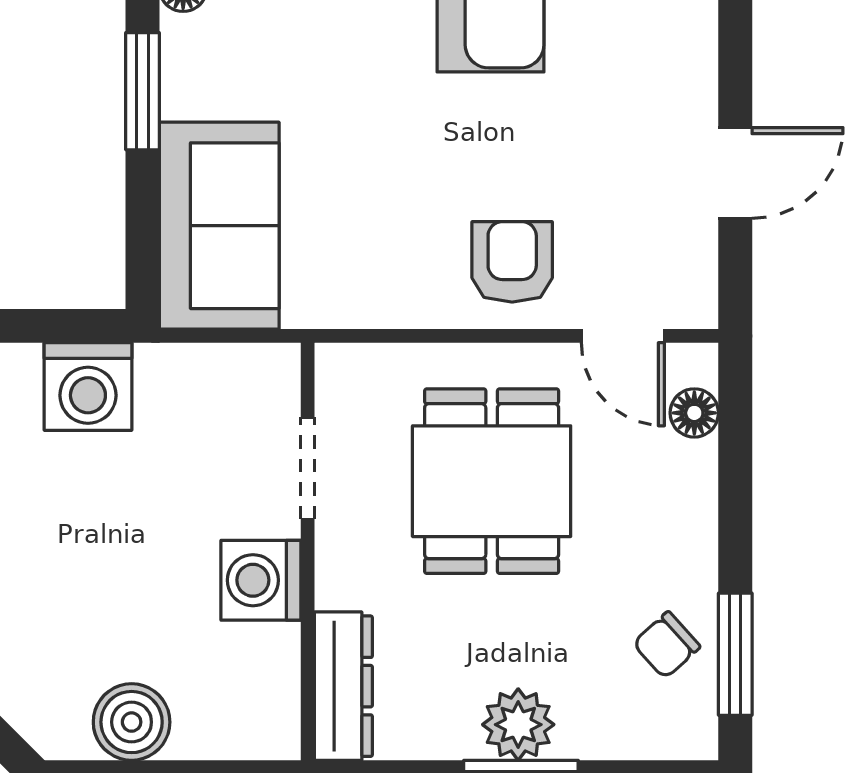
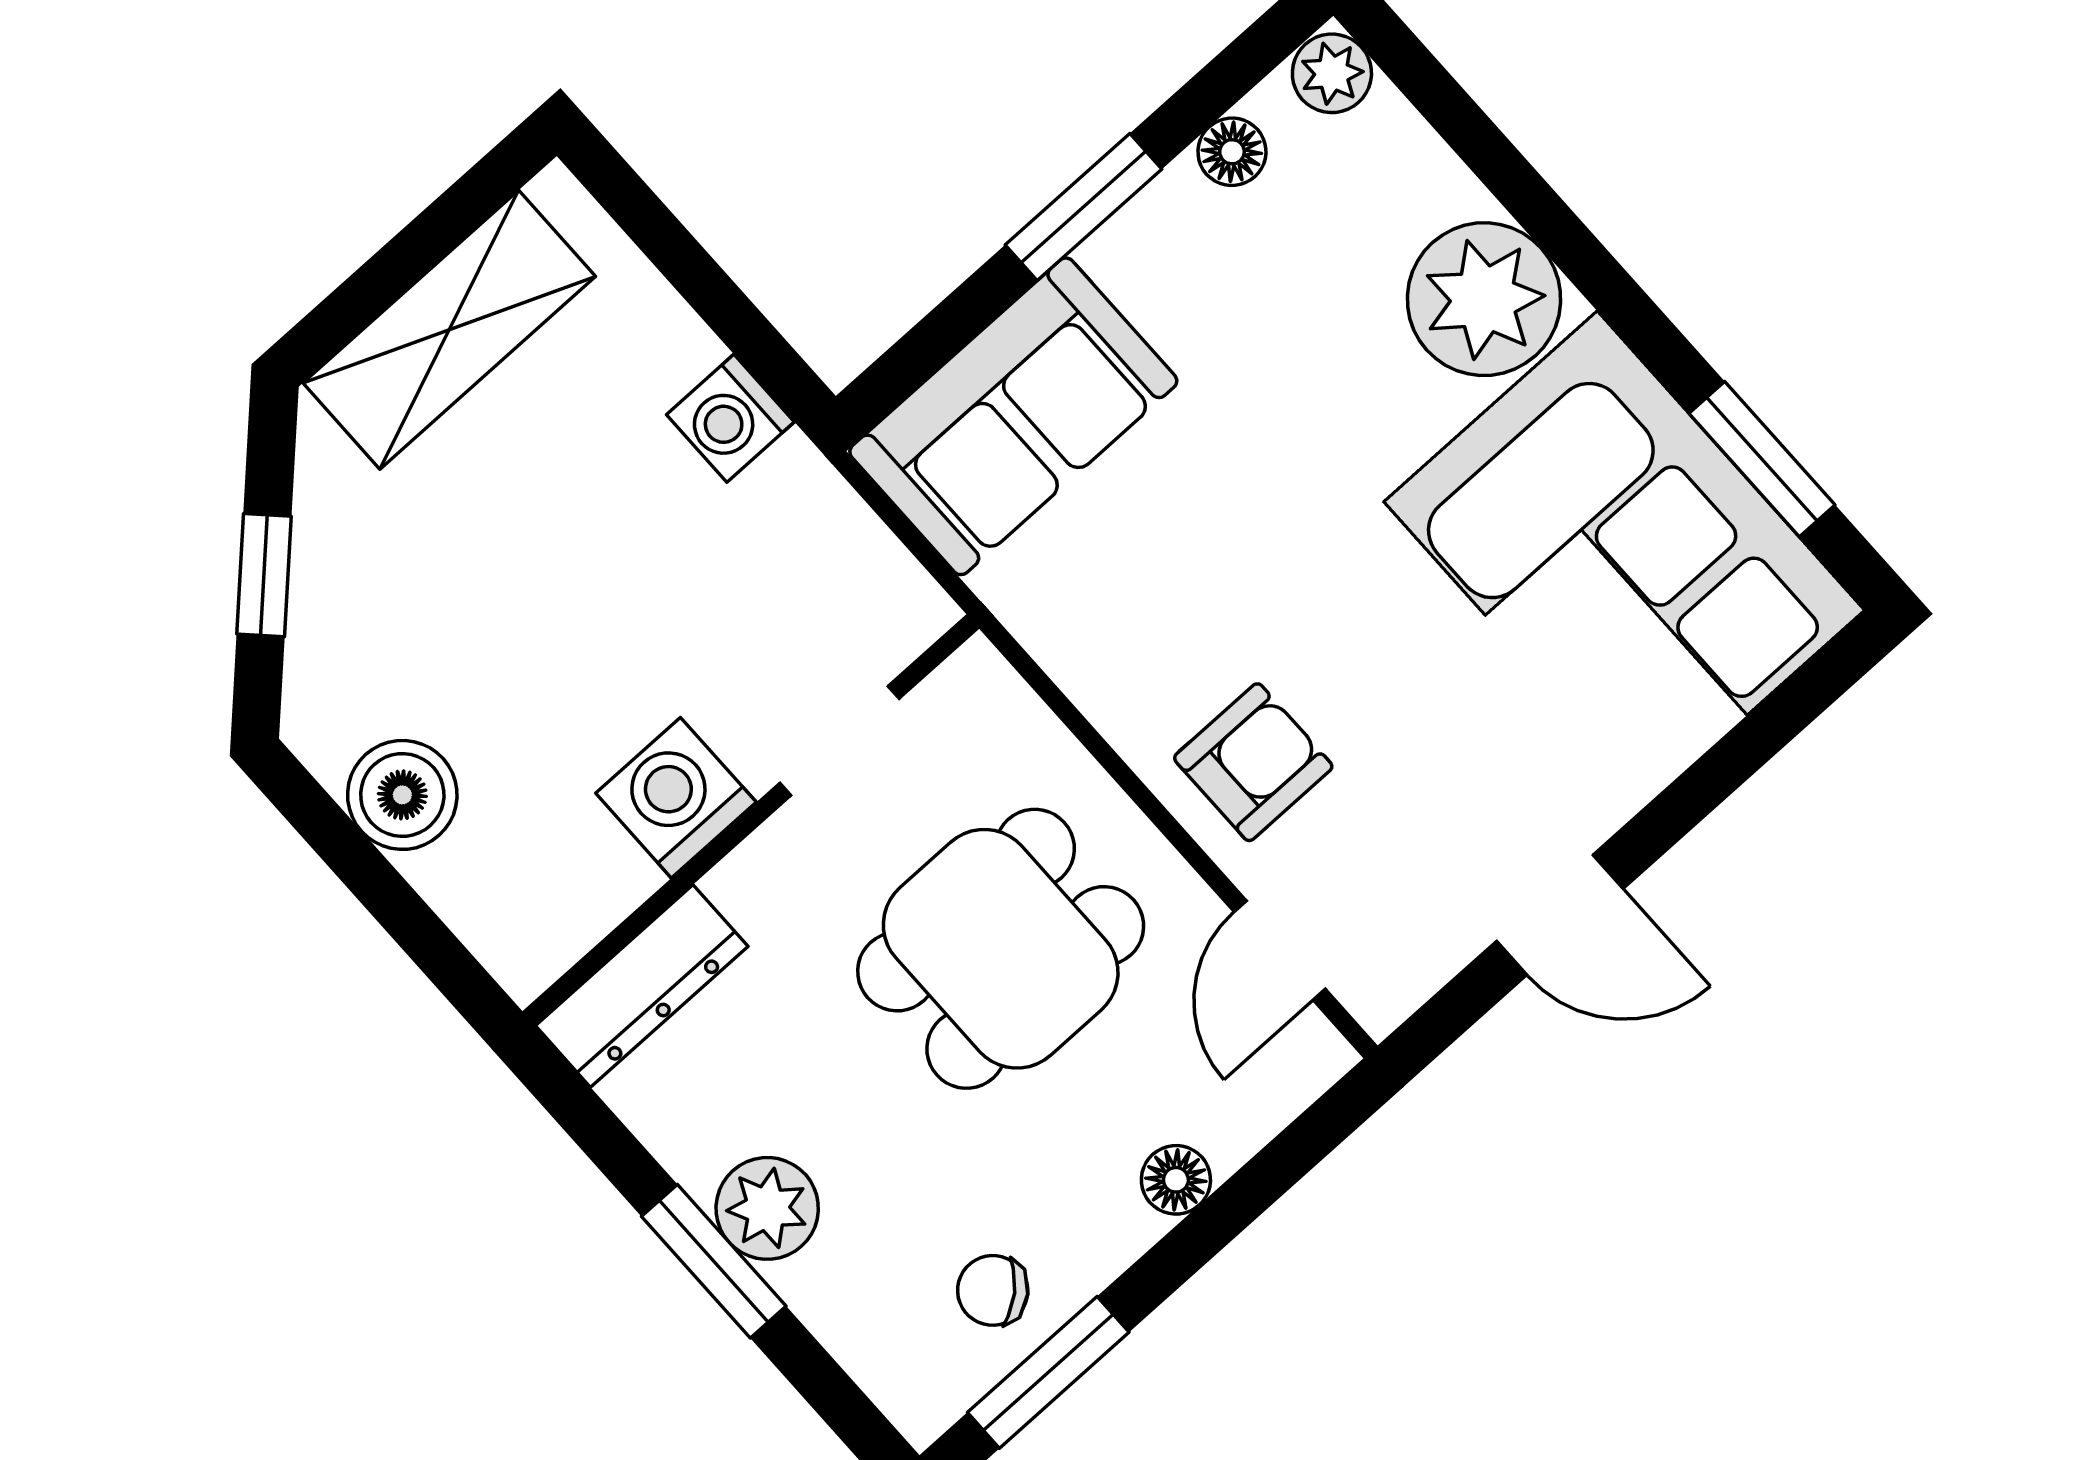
washing machine: (88, 386) -> (730, 418), width x0.73, depth x0.73
floor lamp: (694, 413) -> (1176, 1180), moved

